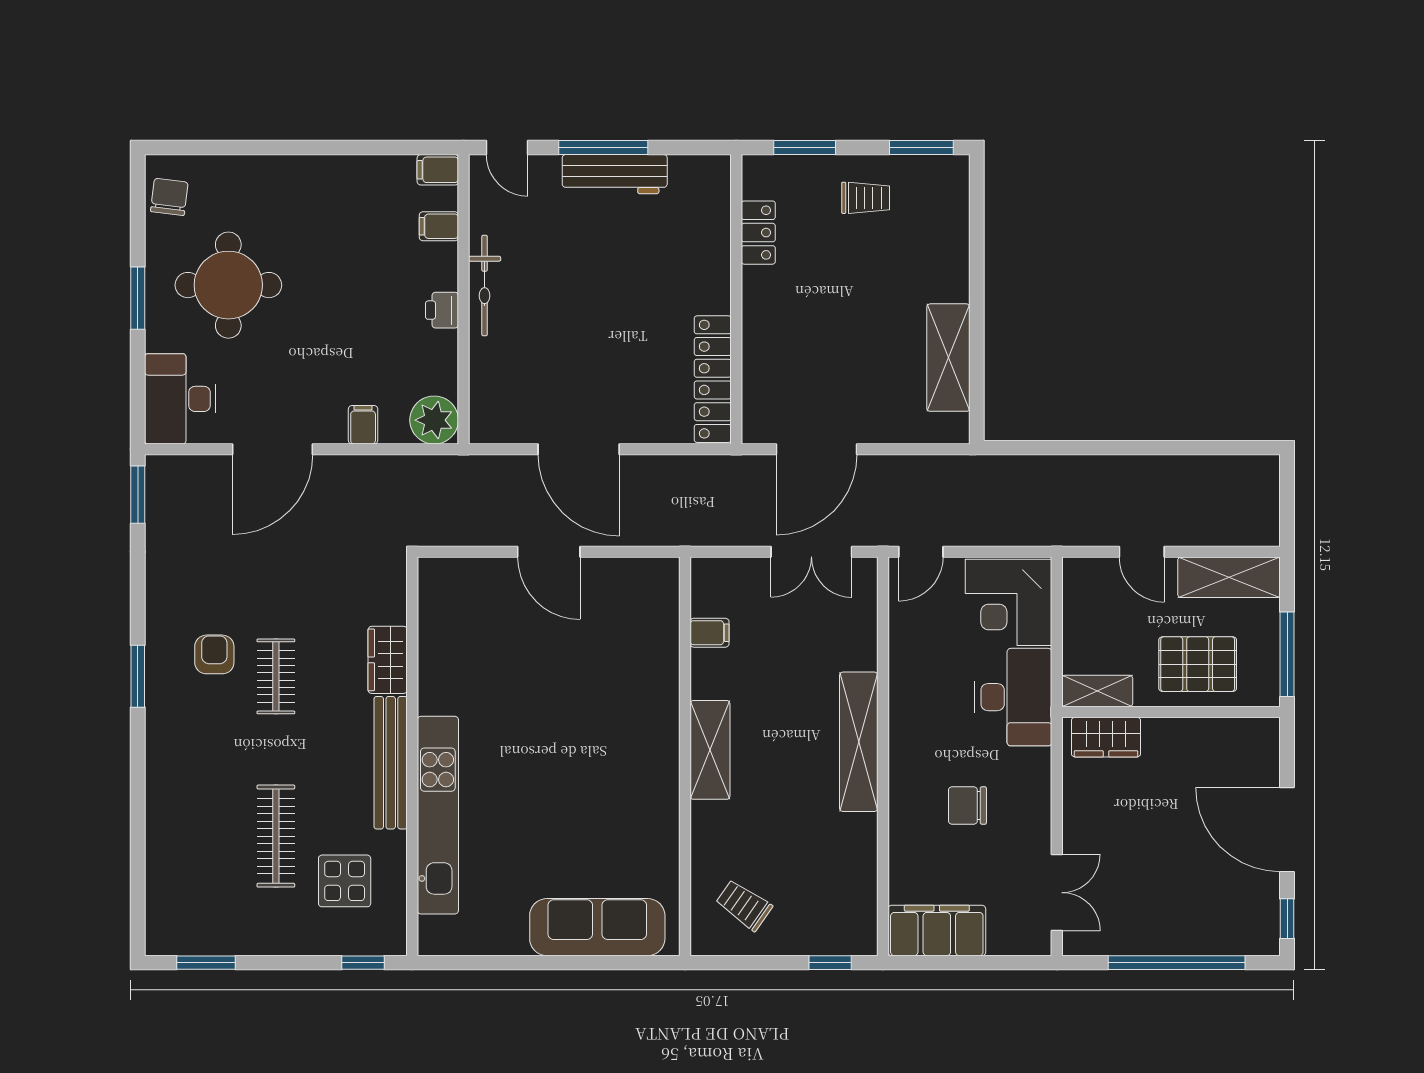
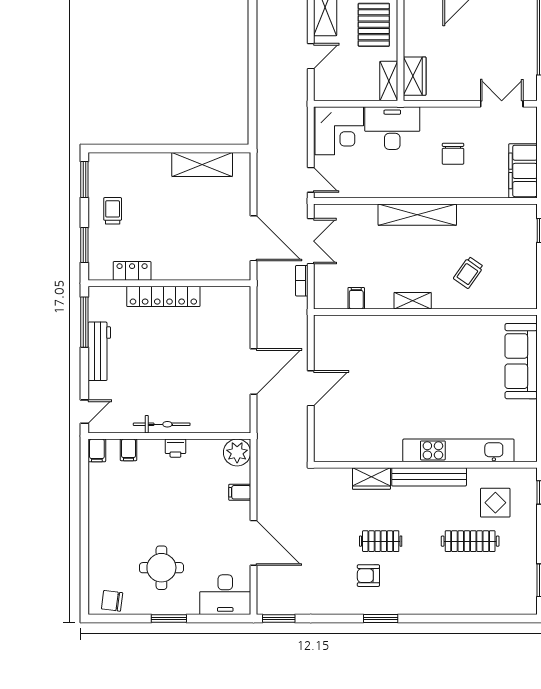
window: (603, 148) -> (84, 322), moved
round table: (228, 285) -> (161, 568), width x0.73, depth x0.73
locker: (713, 379) -> (163, 296), moved
bookcase: (741, 536) -> (302, 281), added
shelving: (710, 750) -> (413, 301), width x0.67, depth x0.75
trolley: (744, 905) -> (468, 272), moved

